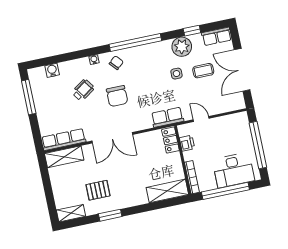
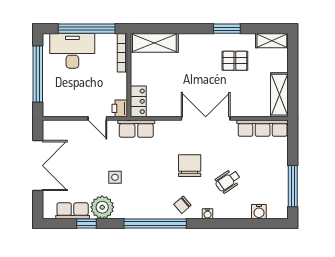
row of seats: (217, 36) -> (73, 211), moved
coffee table: (203, 71) -> (83, 174), removed
printer: (187, 143) -> (120, 108), moved
shelving: (64, 157) -> (279, 95), moved, turned 90

